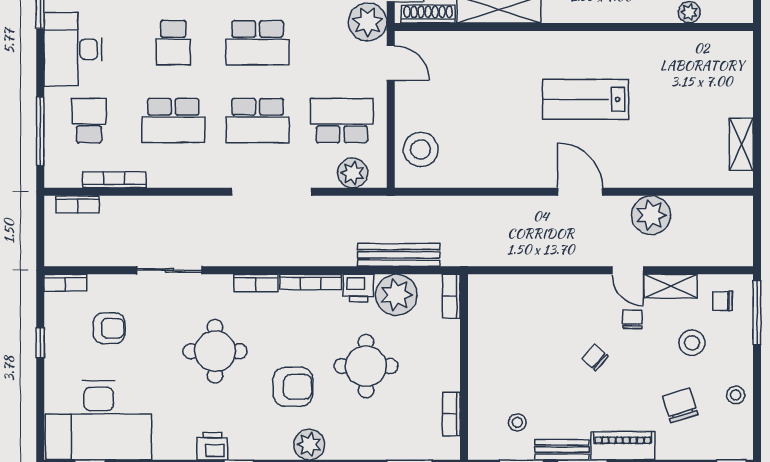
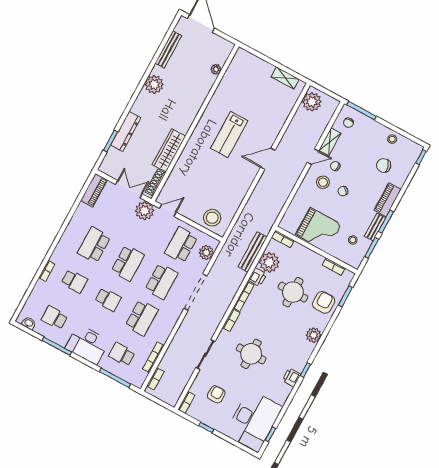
plant: (651, 215) -> (312, 102), moved
stool: (692, 343) -> (323, 182), moved
grand piano: (503, 351) -> (318, 230), added
armchair: (293, 387) -> (324, 302), moved

